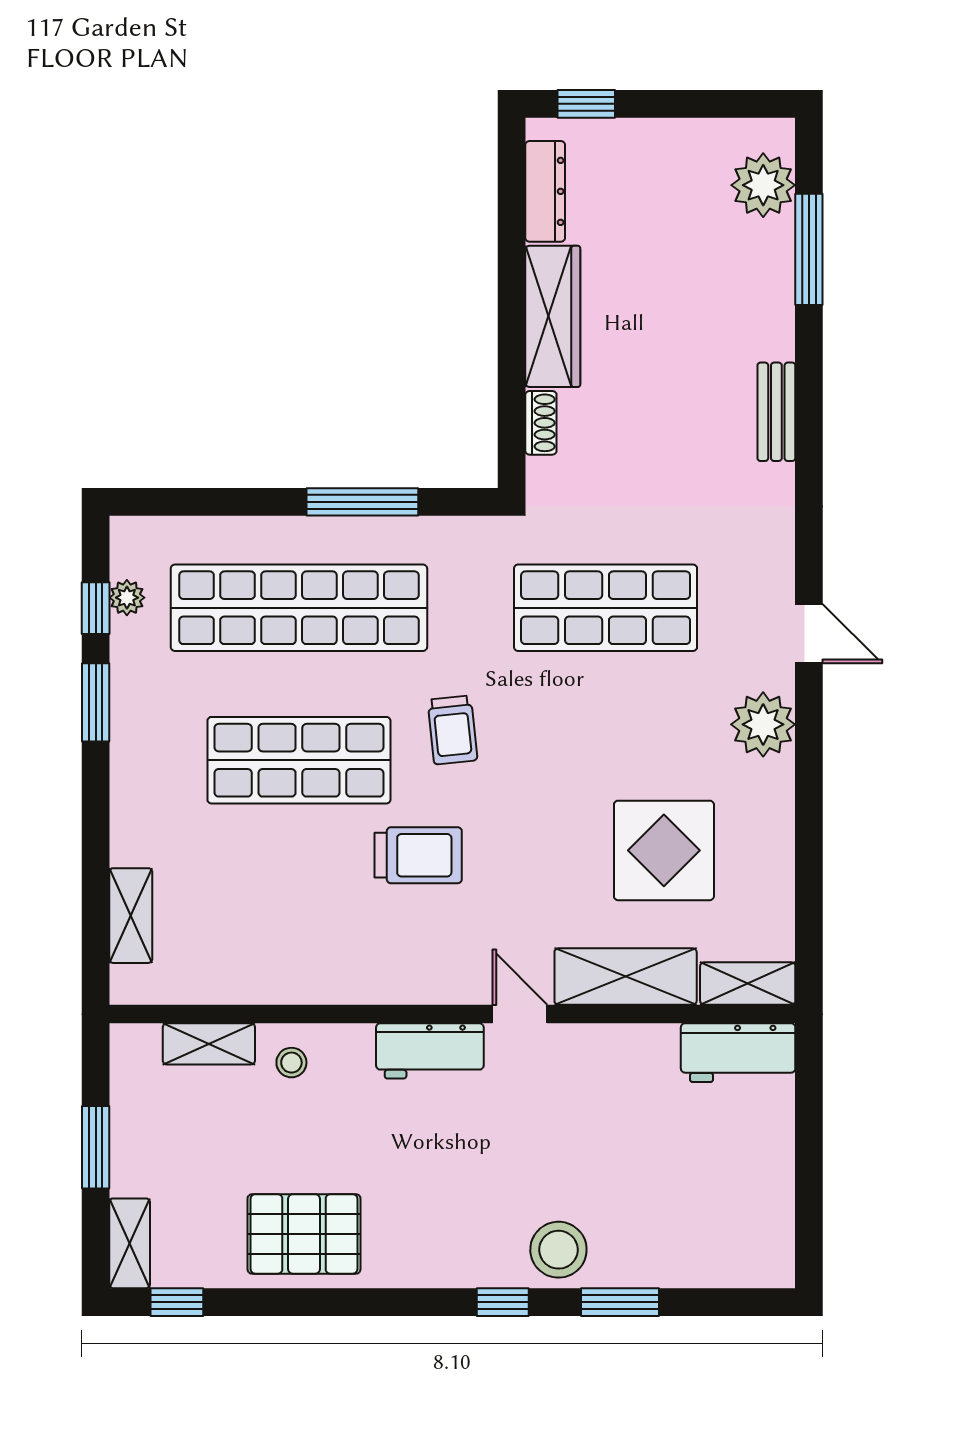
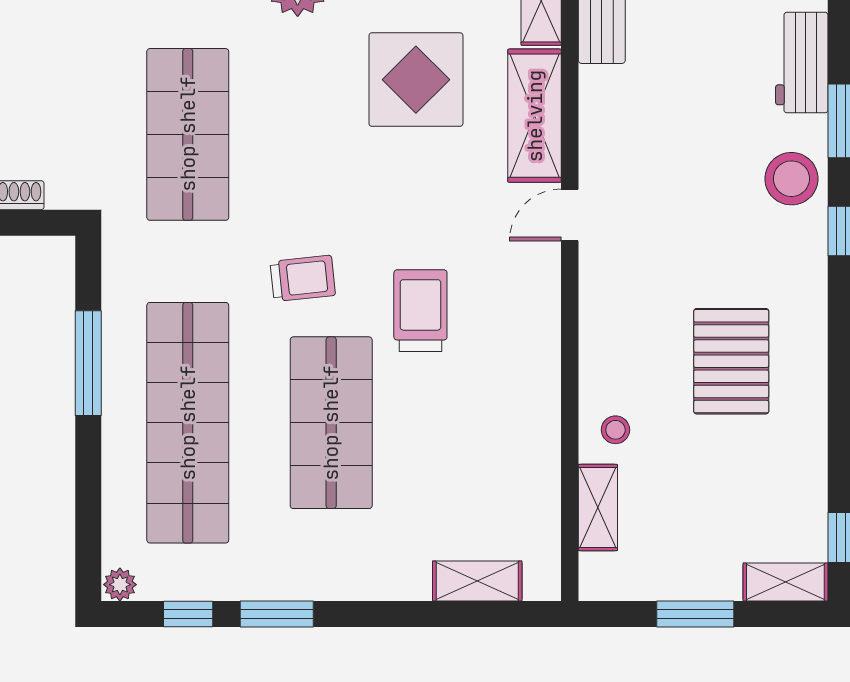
plant: (127, 598) -> (120, 585), moved
workbench: (430, 1051) -> (802, 63), moved, turned 180
pallet: (304, 1234) -> (731, 361), moved

